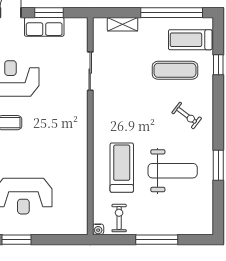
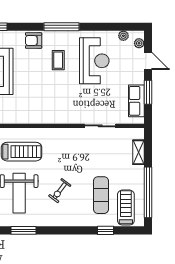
row of seats: (44, 27) -> (136, 101), moved
exercise bike: (187, 115) -> (60, 191), moved

